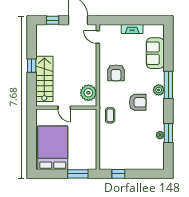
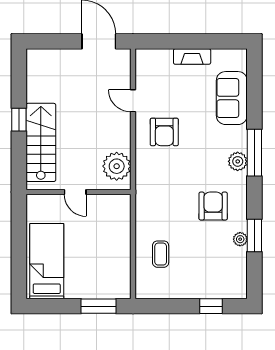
window: (53, 20) -> (55, 41), removed
door: (98, 37) -> (133, 101), moved
armchair: (138, 102) -> (213, 206), moved, turned -90
coffee table: (110, 115) -> (161, 254), moved
bed: (53, 148) -> (47, 261), width x0.67
window: (118, 174) -> (211, 306), moved

